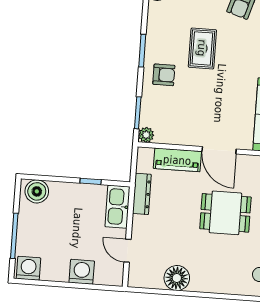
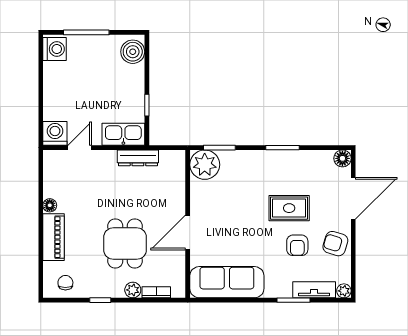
armchair: (164, 75) -> (297, 245), moved
plant: (146, 135) -> (205, 165), width x1.88, depth x1.88
piano: (177, 160) -> (54, 237), moved, turned 180
washing machine: (82, 272) -> (55, 133), moved, turned -90
floor lamp: (177, 278) -> (50, 205), width x0.53, depth x0.53

